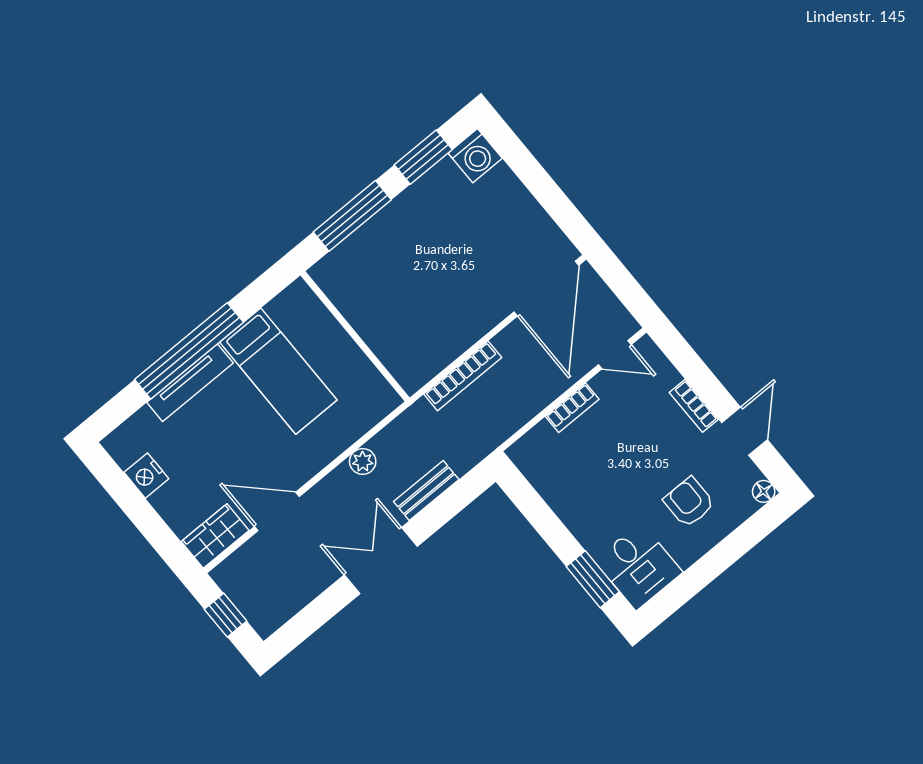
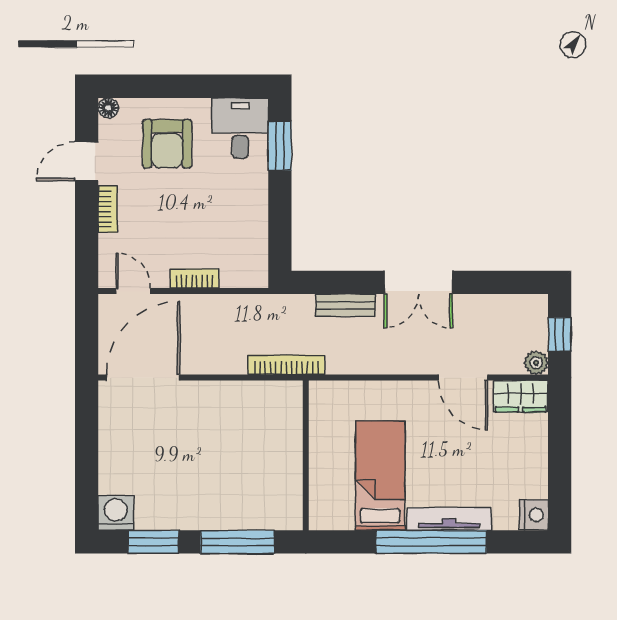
bookcase: (463, 376) -> (286, 365), moved
plant: (363, 461) -> (536, 363), moved
nightstand: (146, 476) -> (534, 515), moved
armchair: (689, 502) -> (167, 144), width x1.38, depth x1.38

